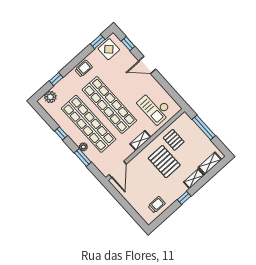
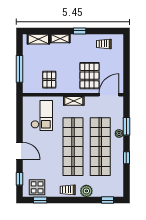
window: (56, 79) -> (108, 200), moved
plant: (50, 97) -> (86, 191), moved
pallet: (164, 162) -> (89, 76), moved

